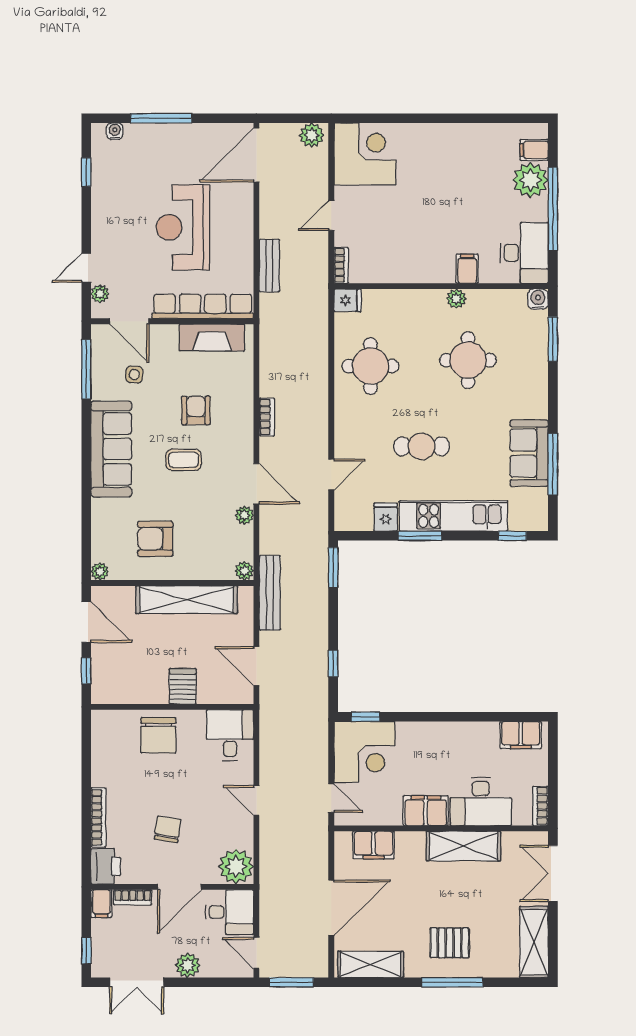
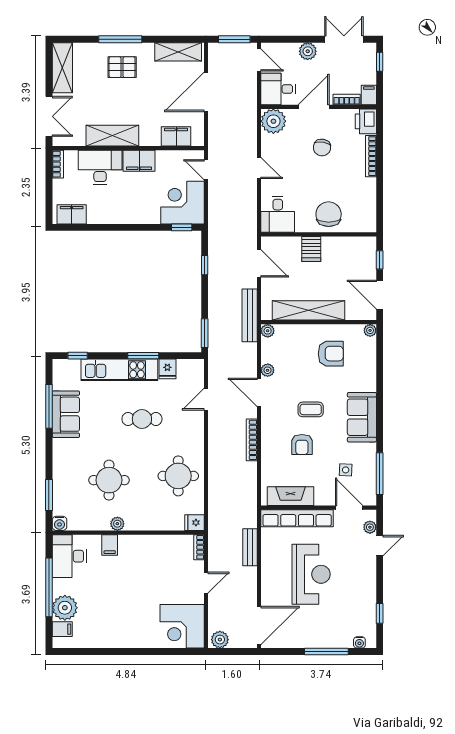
bookcase: (267, 417) -> (252, 440), width x1.56
sofa: (111, 449) -> (362, 417), width x0.73

